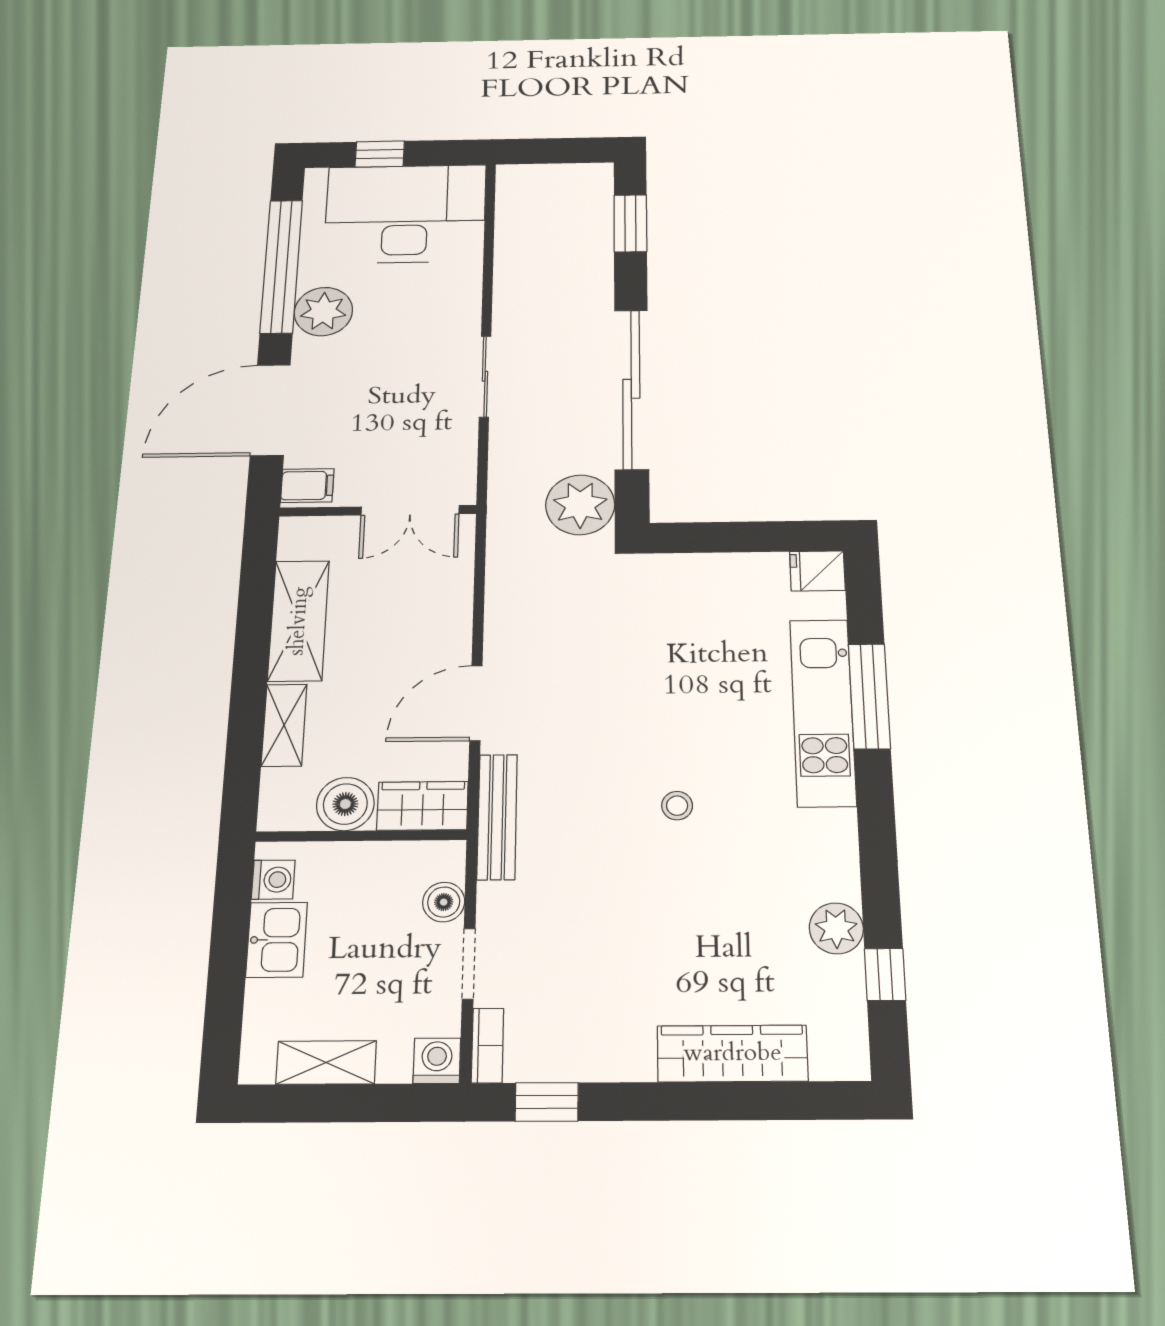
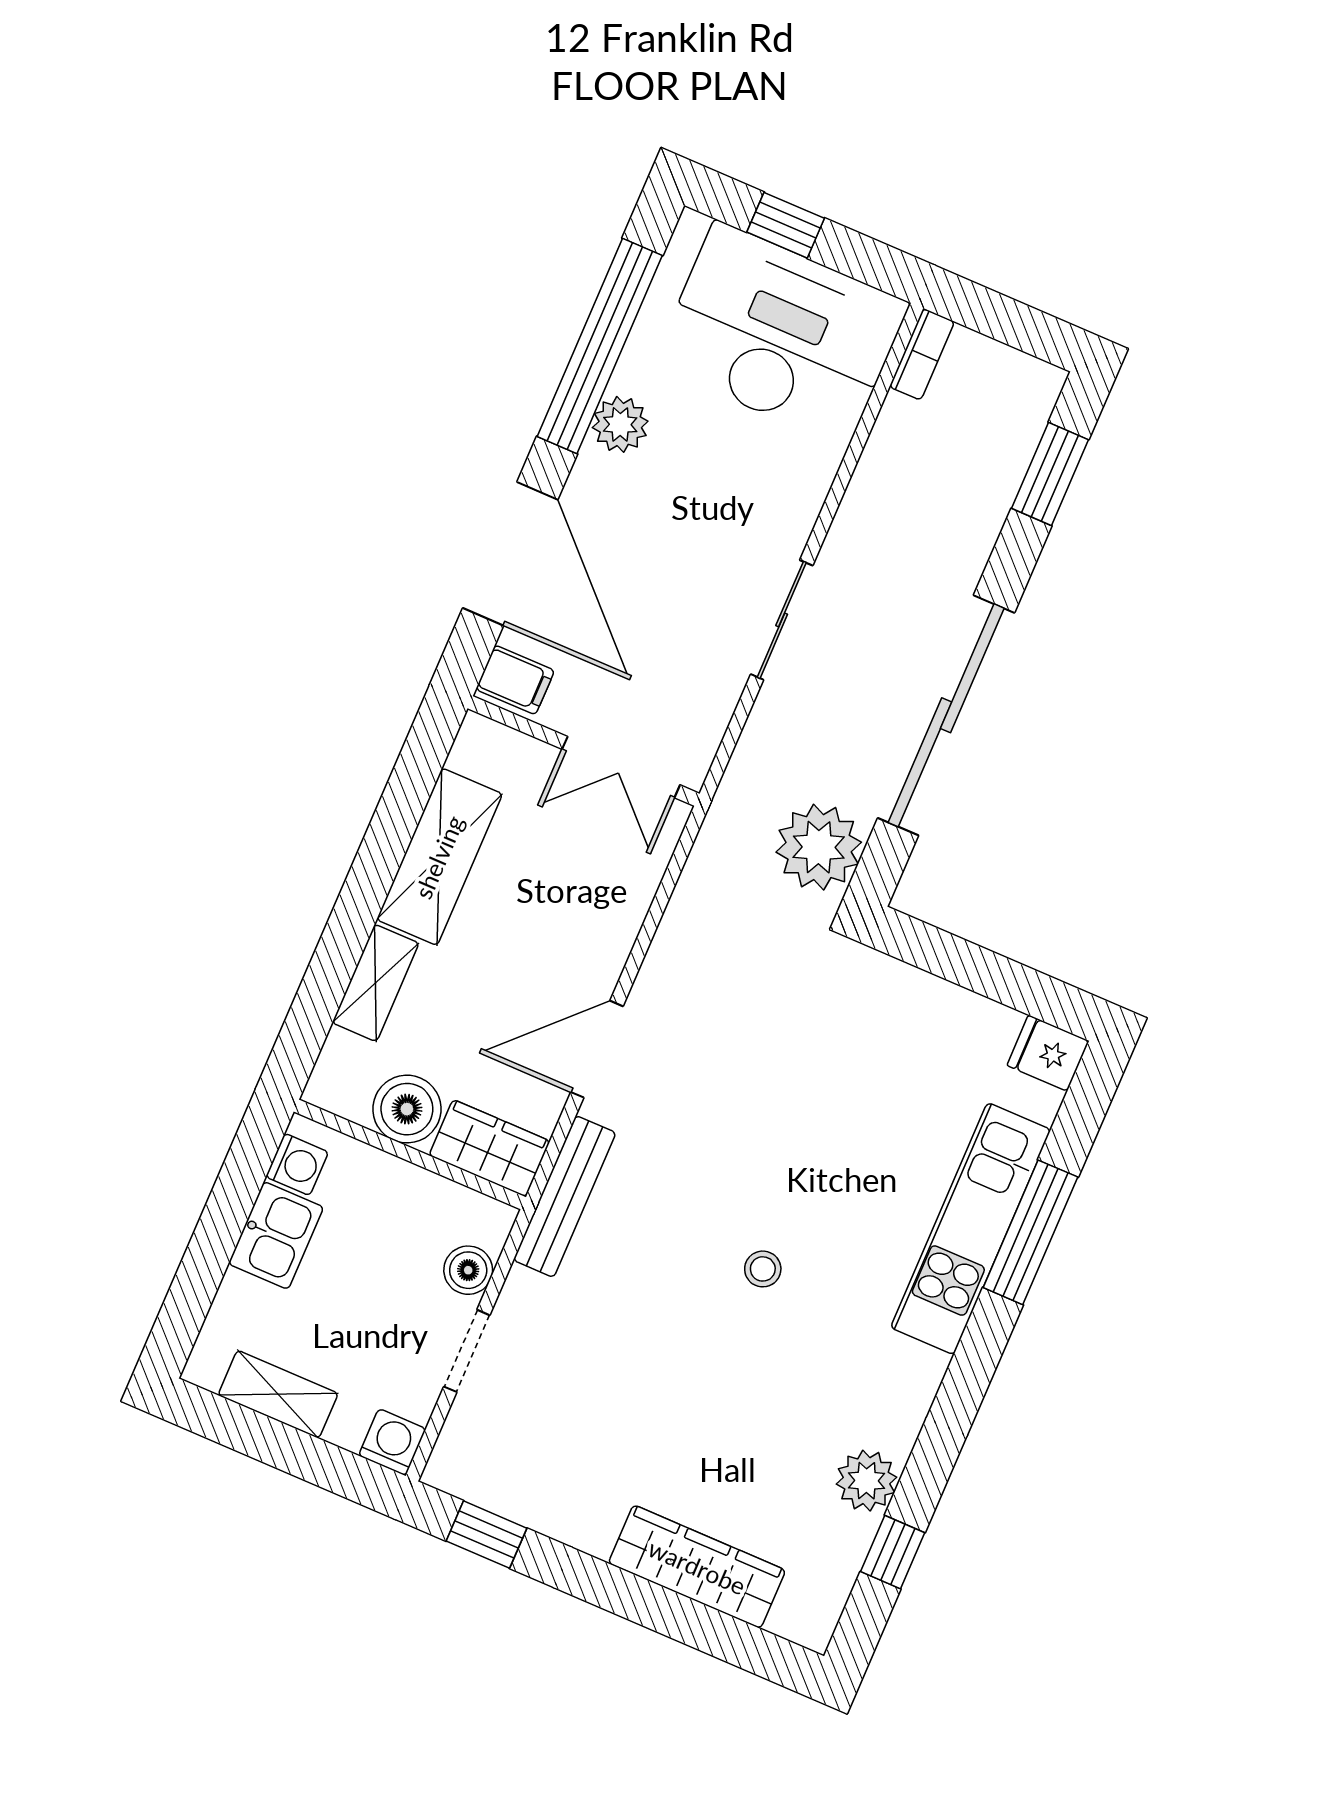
plant: (323, 312) -> (620, 424), width x0.73, depth x0.73
door: (270, 410) -> (510, 554), swing flipped
bookcase: (487, 1046) -> (922, 354), moved

